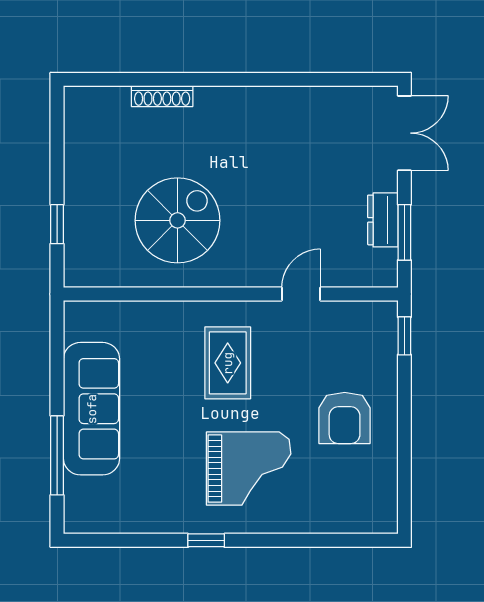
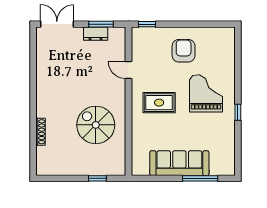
armchair: (345, 418) -> (184, 51), turned -90

